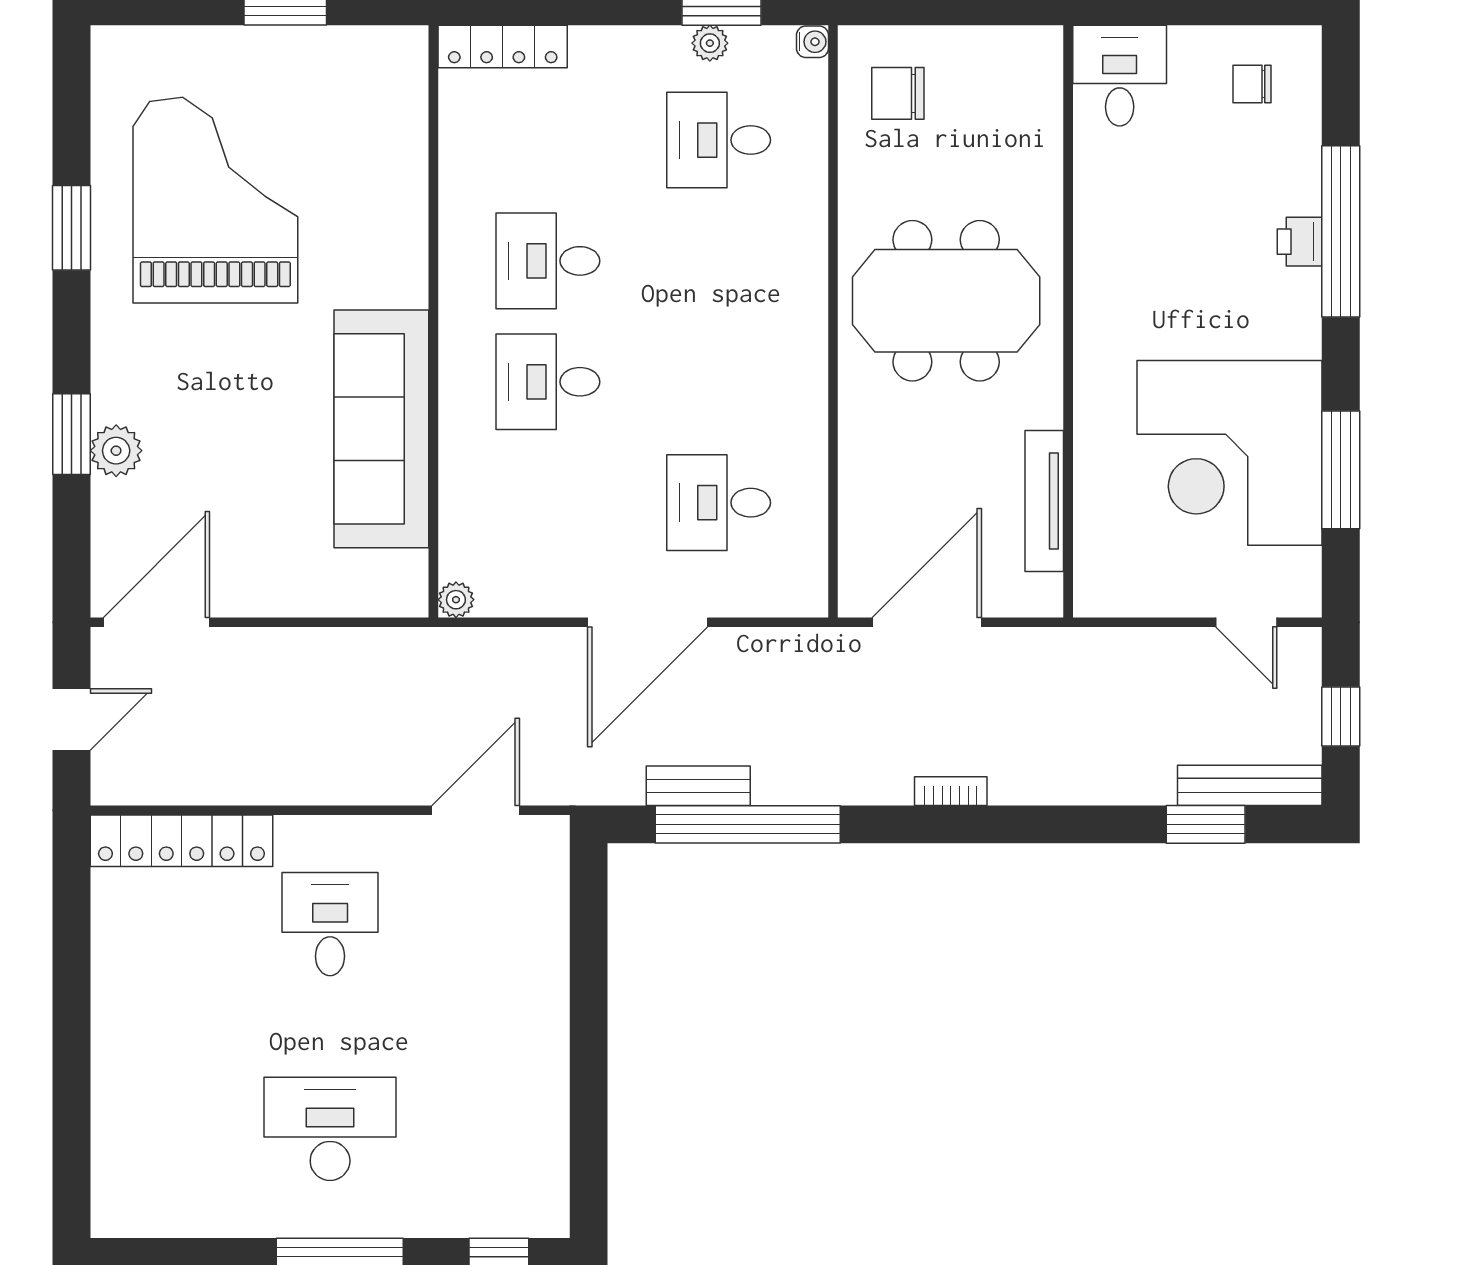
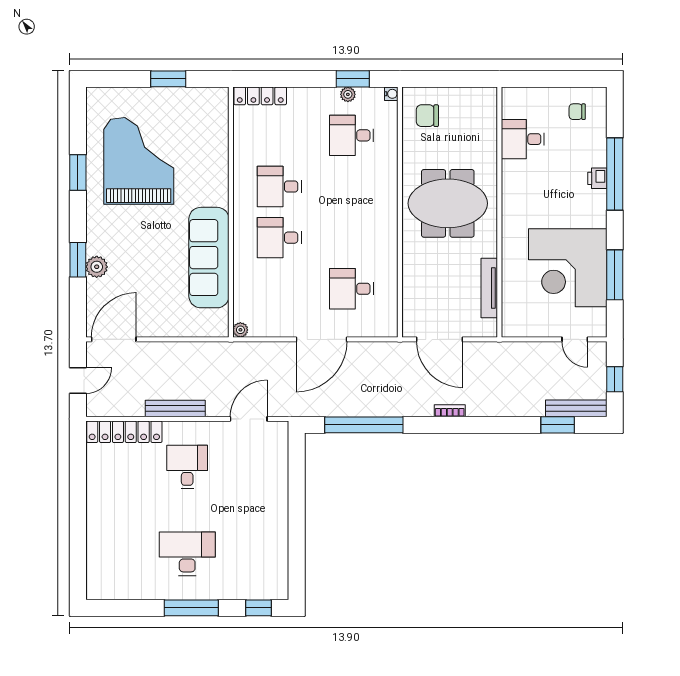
desk: (1120, 76) -> (523, 139), moved, turned -90
door: (927, 622) -> (440, 339), swing flipped
bench: (698, 786) -> (175, 409), moved, width x1.36

